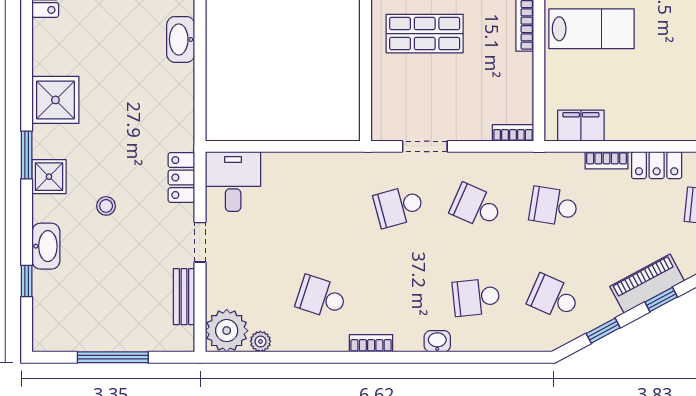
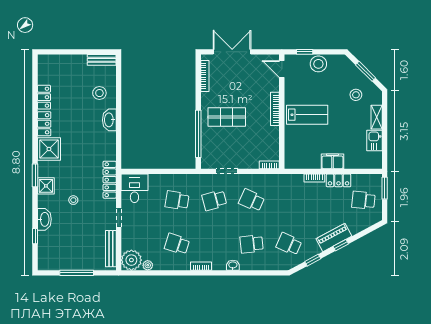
locker: (45, 48) -> (44, 124), added
window: (365, 68) -> (198, 134), added
filing cabinet: (581, 126) -> (332, 161), moved
locker: (181, 178) -> (110, 180), width x1.53
school desk: (554, 206) -> (177, 200), moved
bench: (184, 297) -> (111, 249), width x1.36

